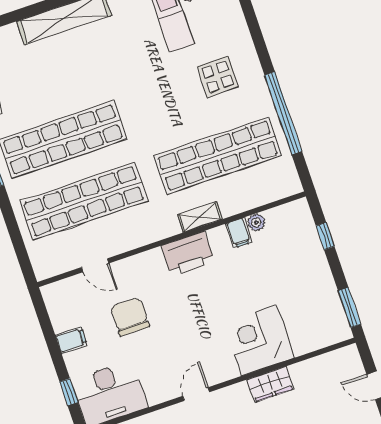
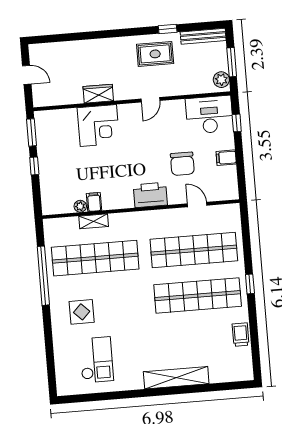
shelving: (200, 217) -> (94, 221), moved
window: (325, 236) -> (34, 166), moved
printer: (188, 254) -> (150, 195), moved

